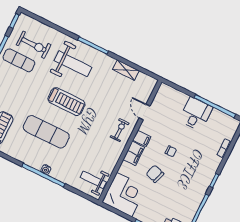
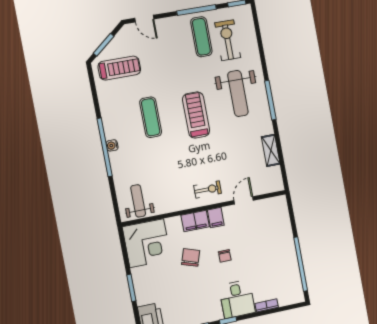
exercise bike: (34, 45) -> (228, 40), turned 180
treadmill: (66, 102) -> (196, 115), turned 180
desk: (196, 114) -> (237, 299), moved, turned 90
exercise mat: (46, 132) -> (151, 117), width x0.73, depth x0.69

